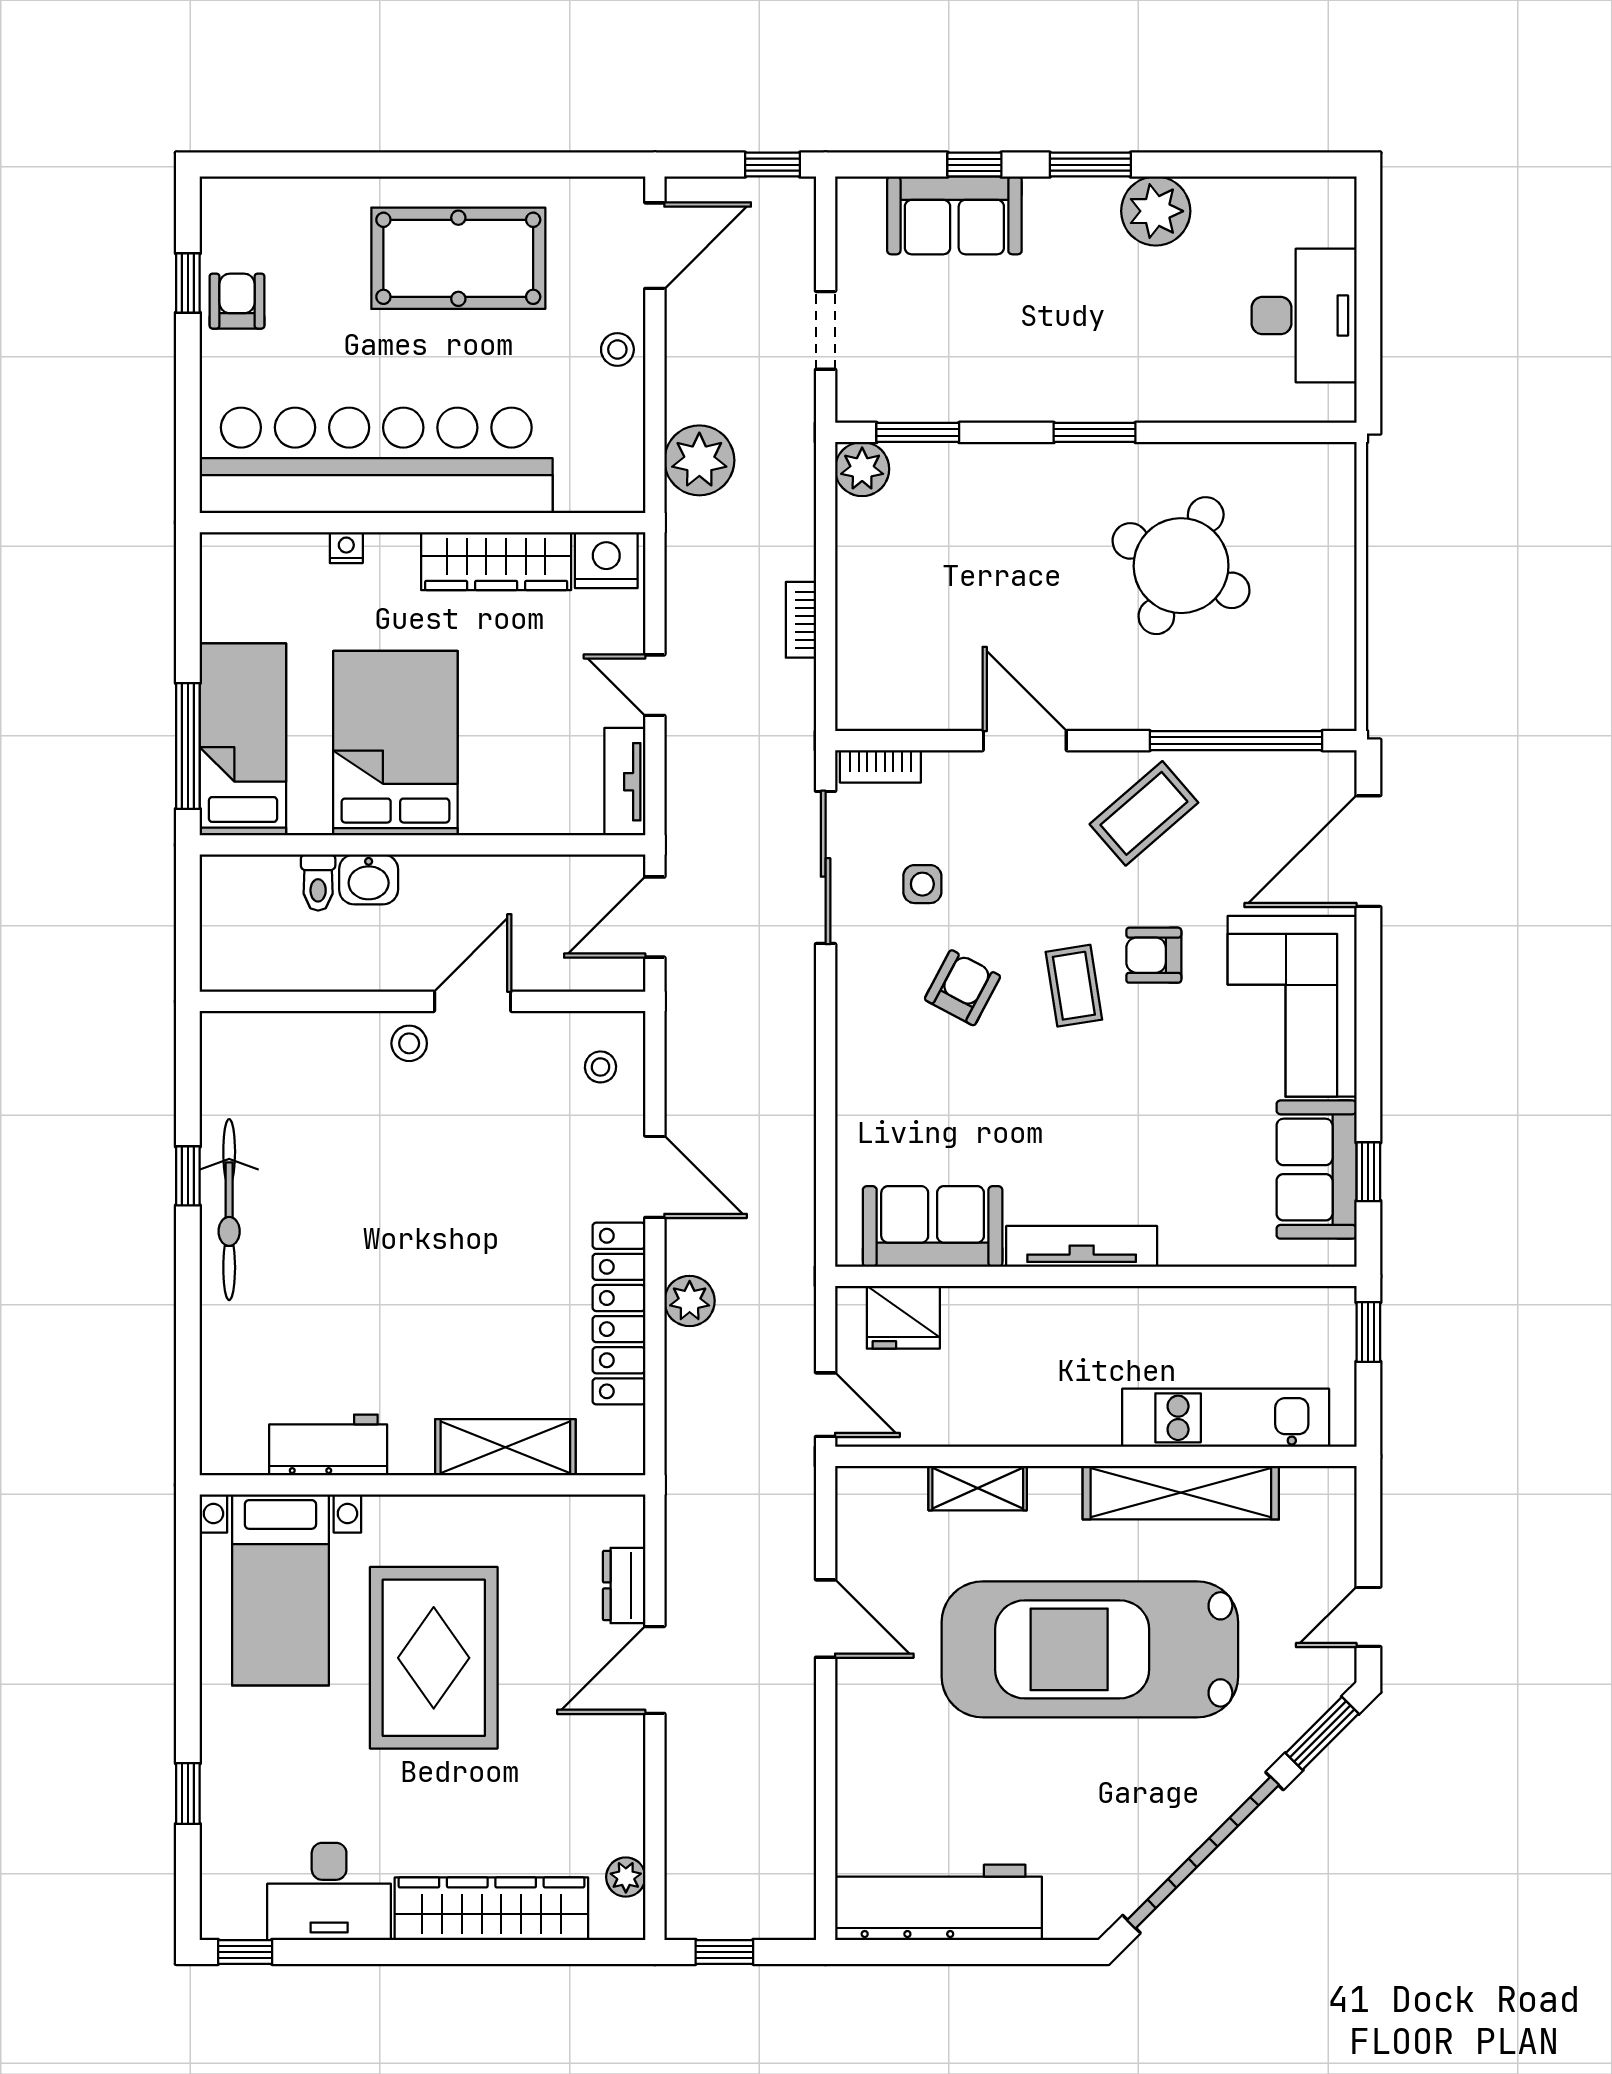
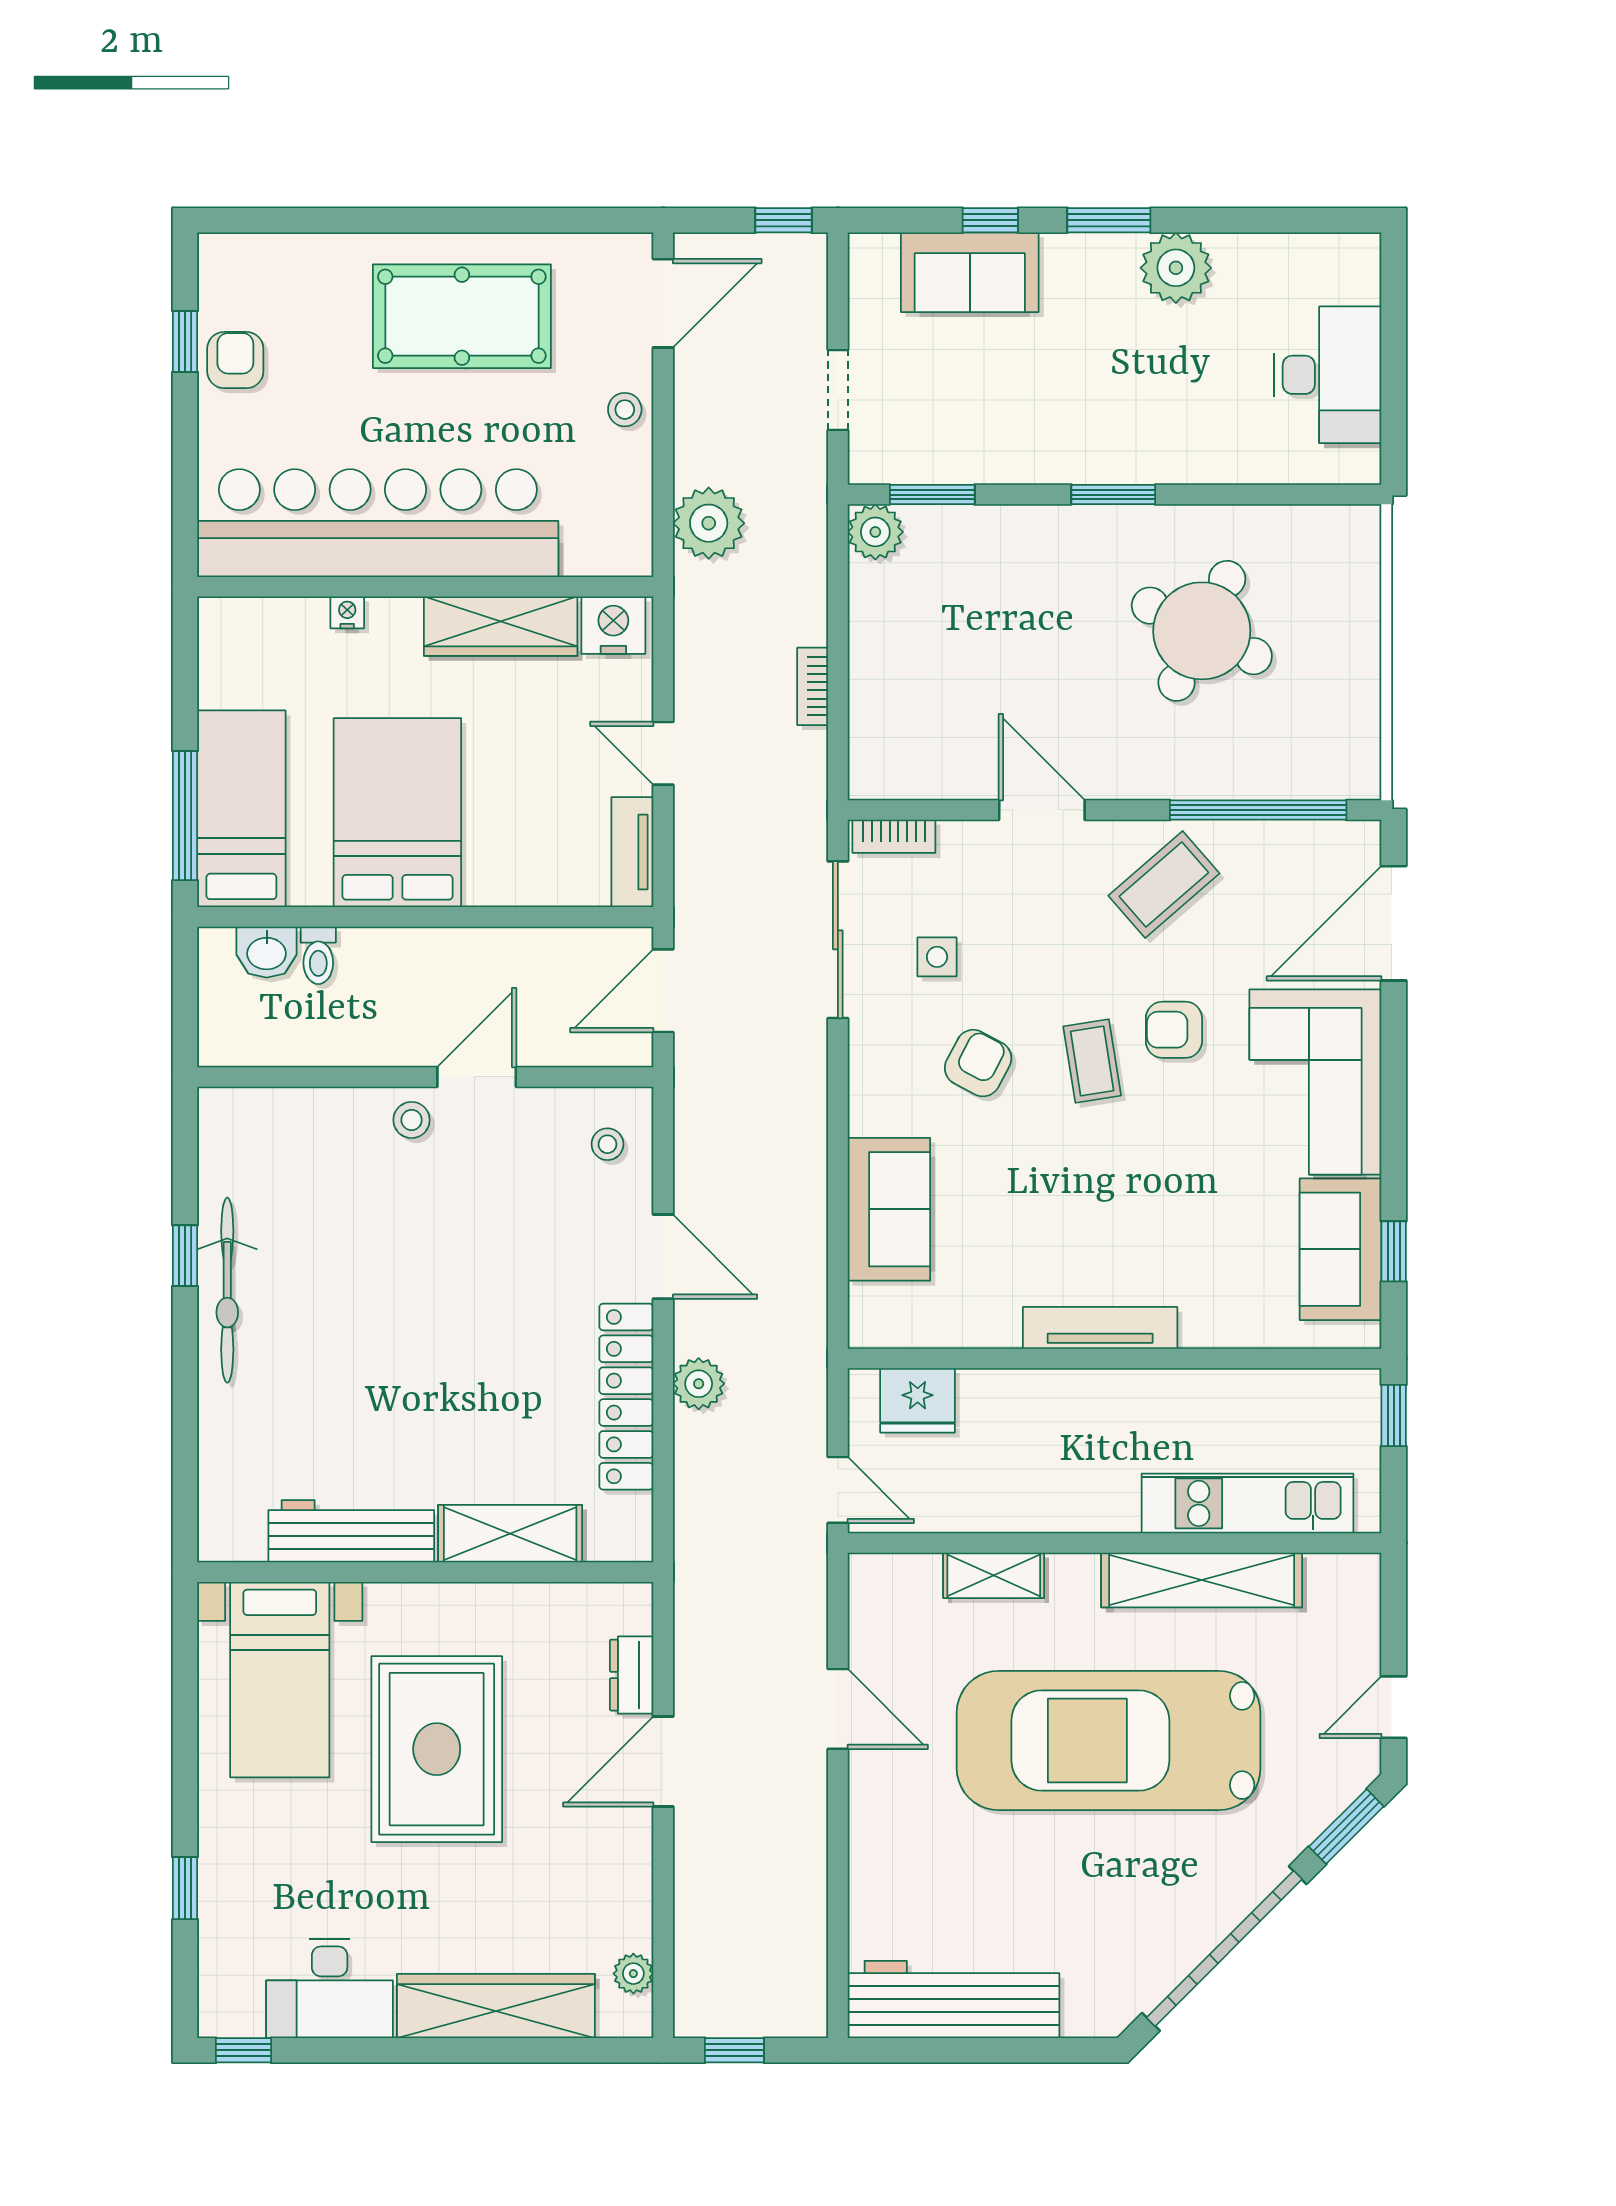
washbasin: (369, 879) -> (267, 952), moved
sofa: (933, 1226) -> (889, 1209), moved, turned 90
workbench: (328, 1445) -> (351, 1531), width x1.37

